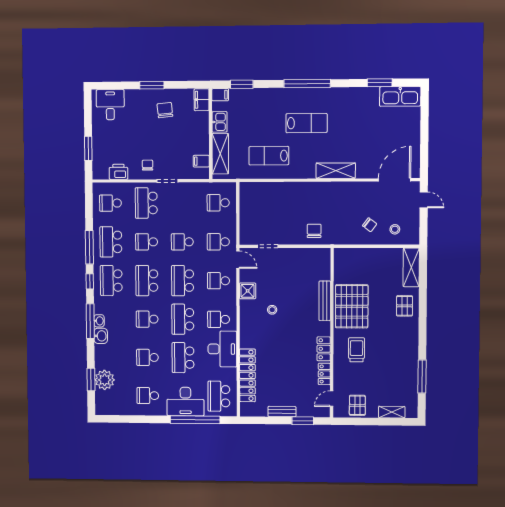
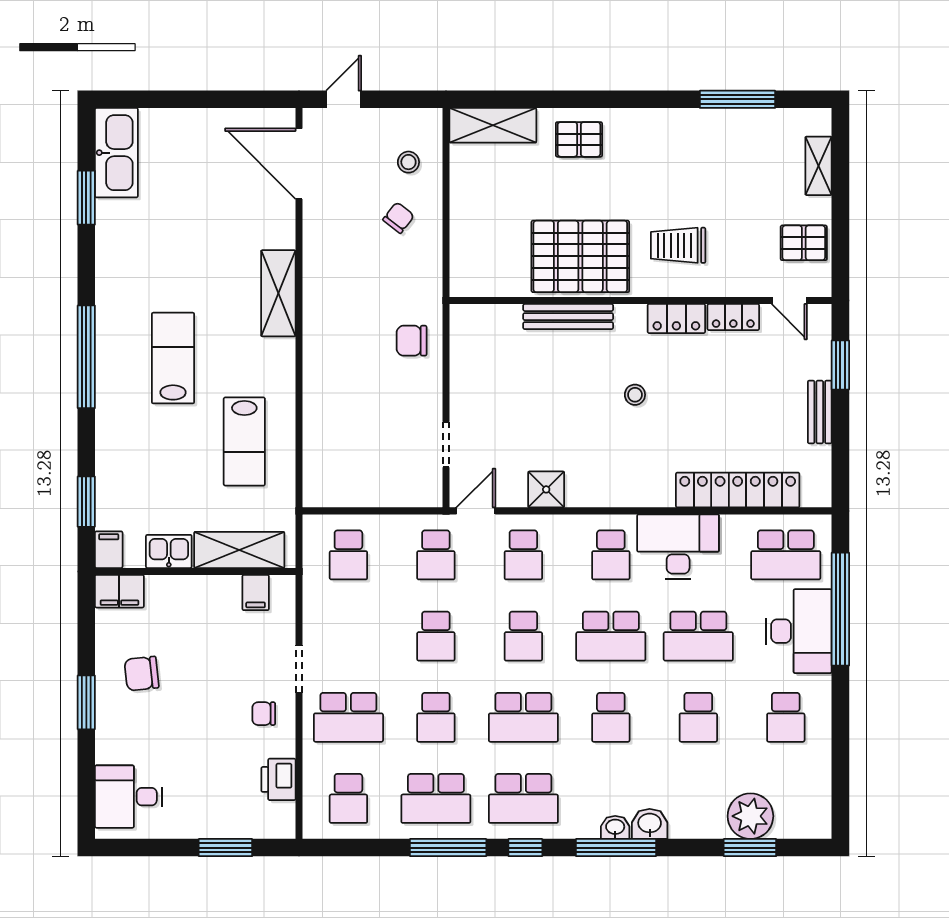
school desk: (183, 281) -> (523, 636), width x0.54
stool: (272, 310) -> (635, 395), moved

